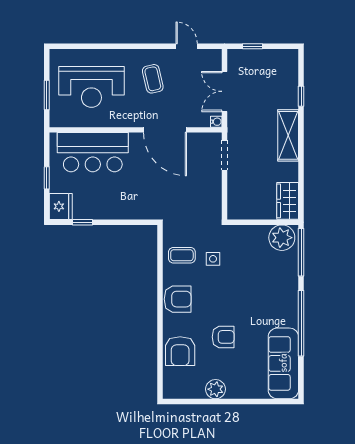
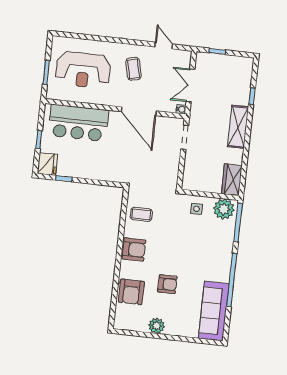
side table: (213, 259) -> (197, 209), moved

